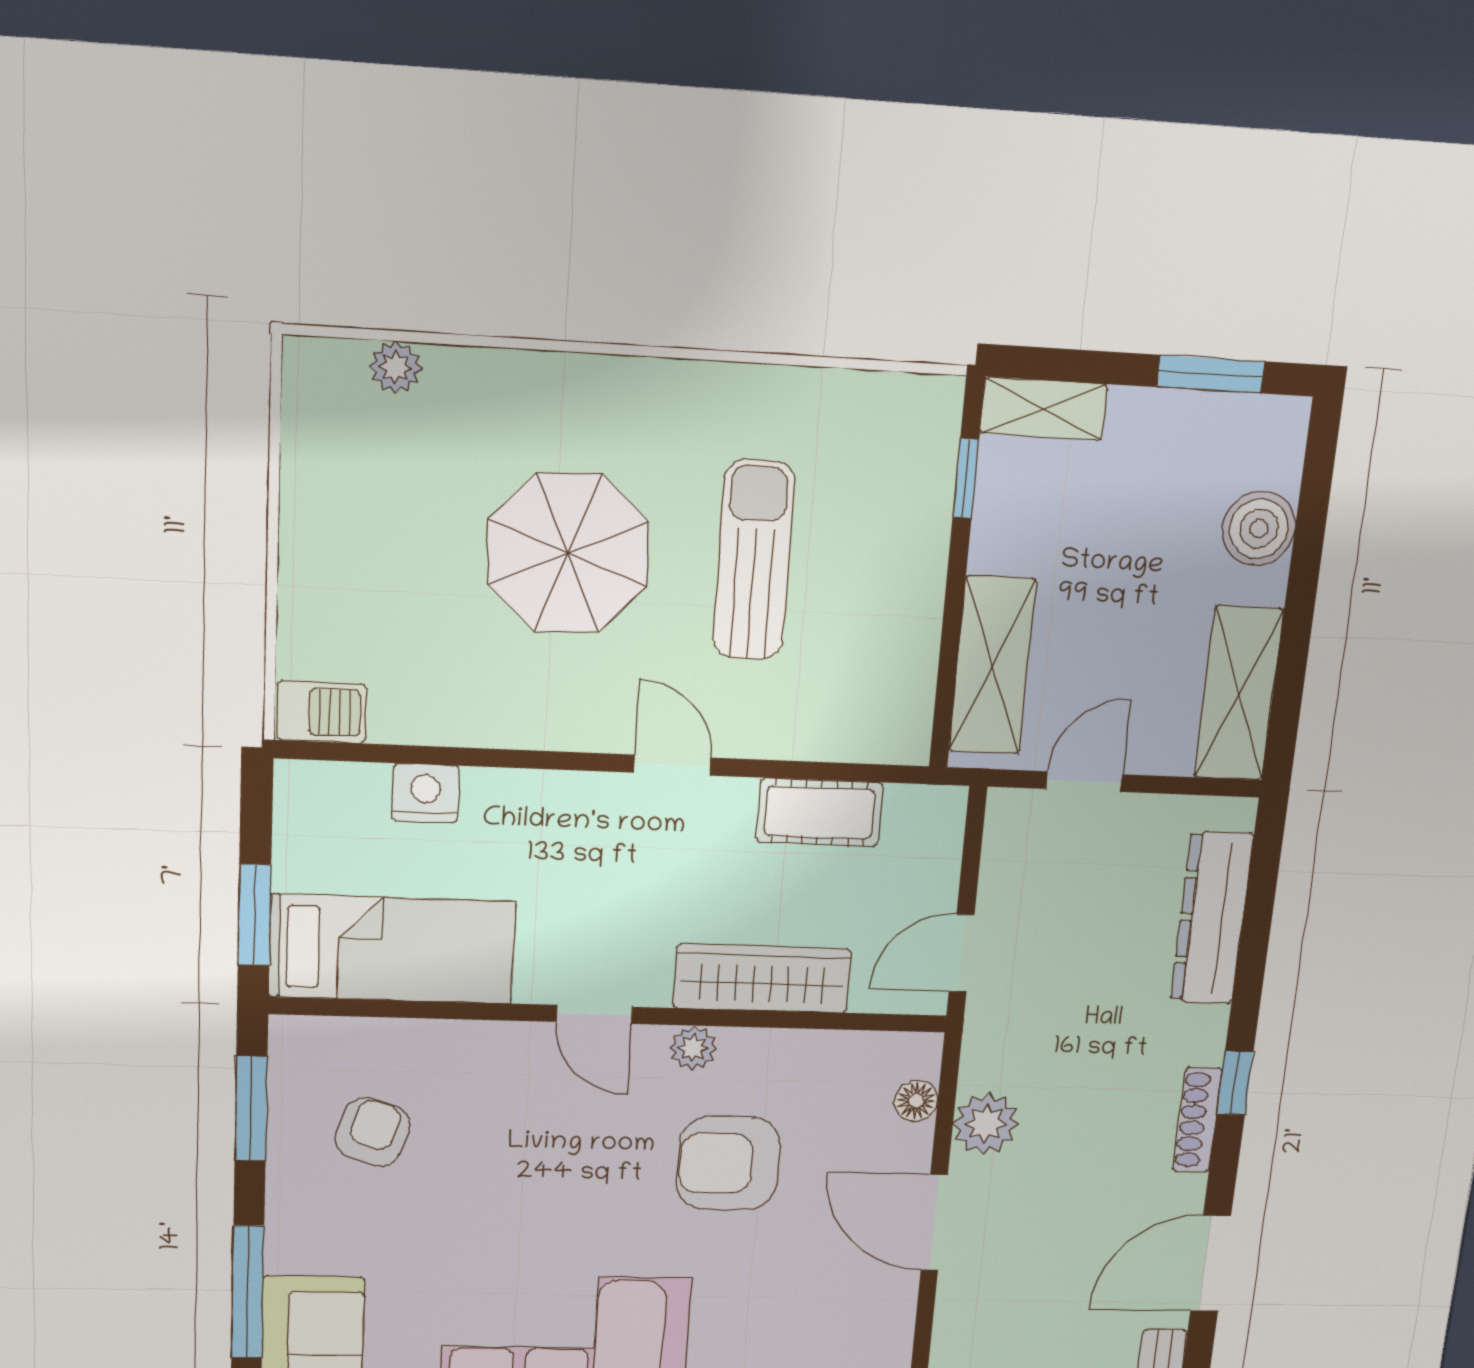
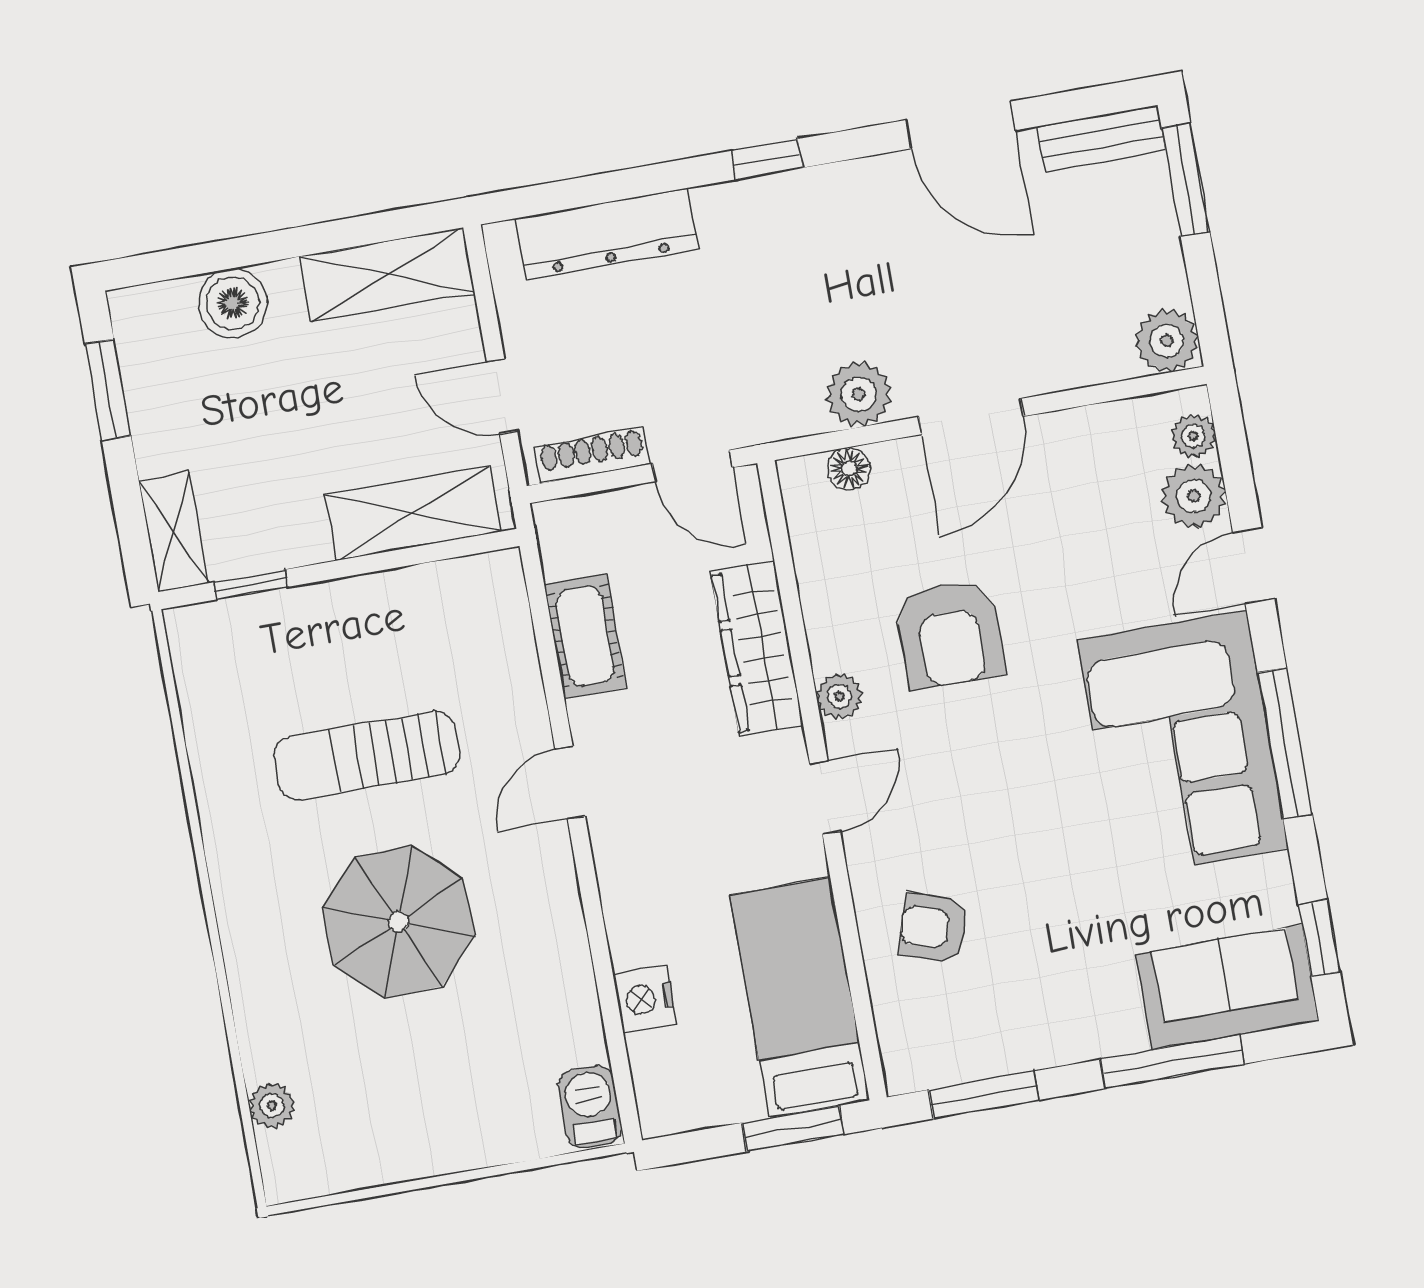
shoe rack: (1197, 1120) -> (592, 455), moved, turned 180
armchair: (373, 1132) -> (934, 928), moved

